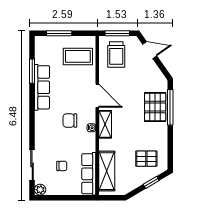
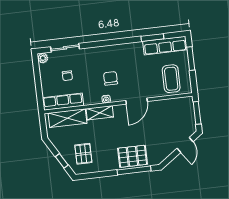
trolley: (116, 55) -> (177, 114), removed
row of seats: (42, 87) -> (165, 46), moved
shelving: (105, 124) -> (100, 113), moved

